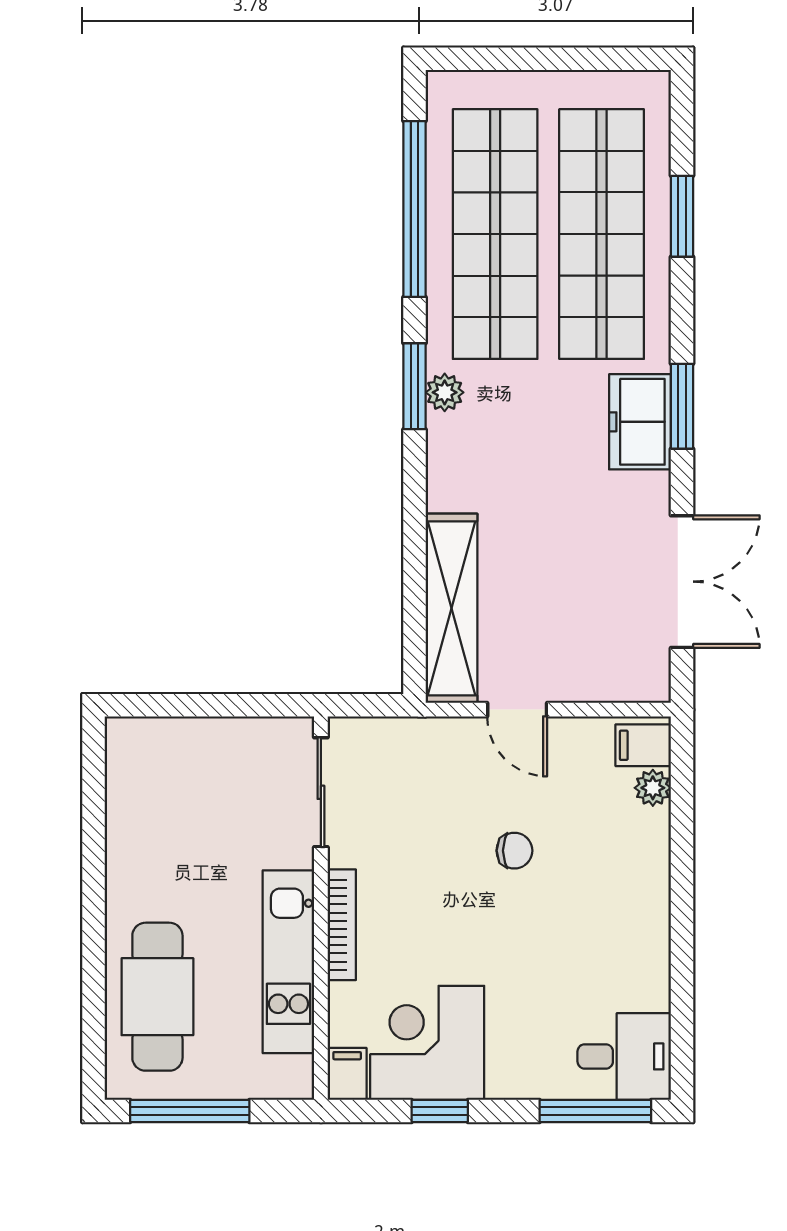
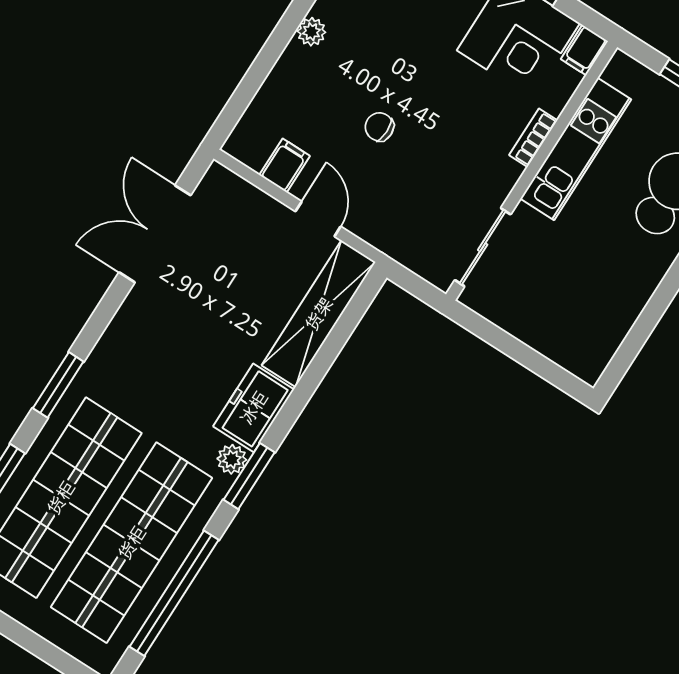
window: (682, 406) -> (58, 385), moved
freezer: (640, 422) -> (254, 408), moved, turned 180
filing cabinet: (643, 745) -> (285, 165), moved, turned -90
plant: (653, 788) -> (311, 32), moved
bookcase: (342, 925) -> (533, 138), width x0.64

